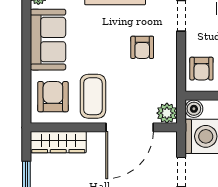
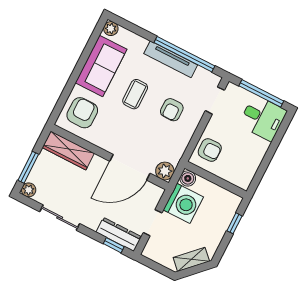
armchair: (201, 69) -> (210, 150), turned -91
coffee table: (93, 96) -> (135, 94), moved, width x0.73, depth x0.77

